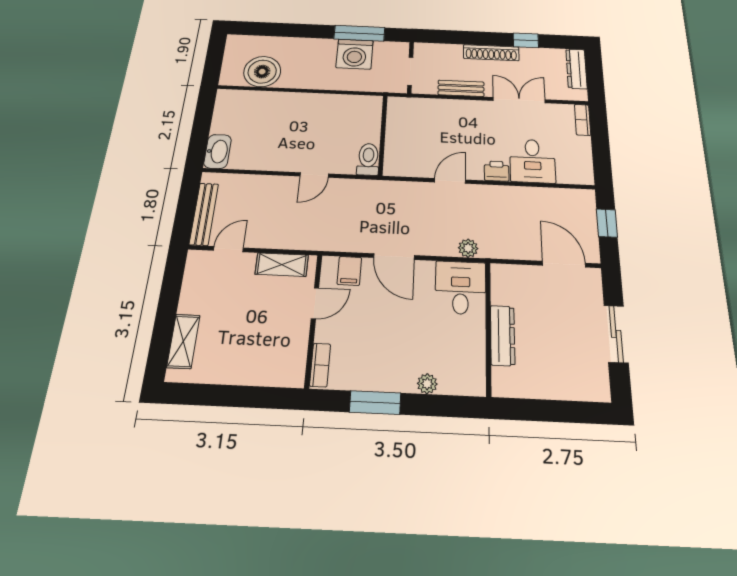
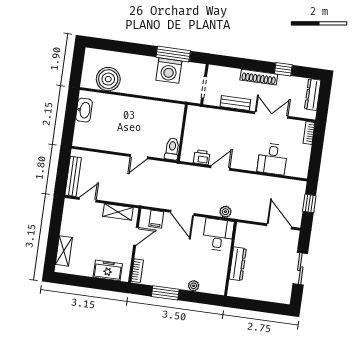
washbasin: (218, 151) -> (84, 110), moved
printer: (497, 171) -> (202, 157), moved
freezer: (265, 370) -> (108, 270), added

